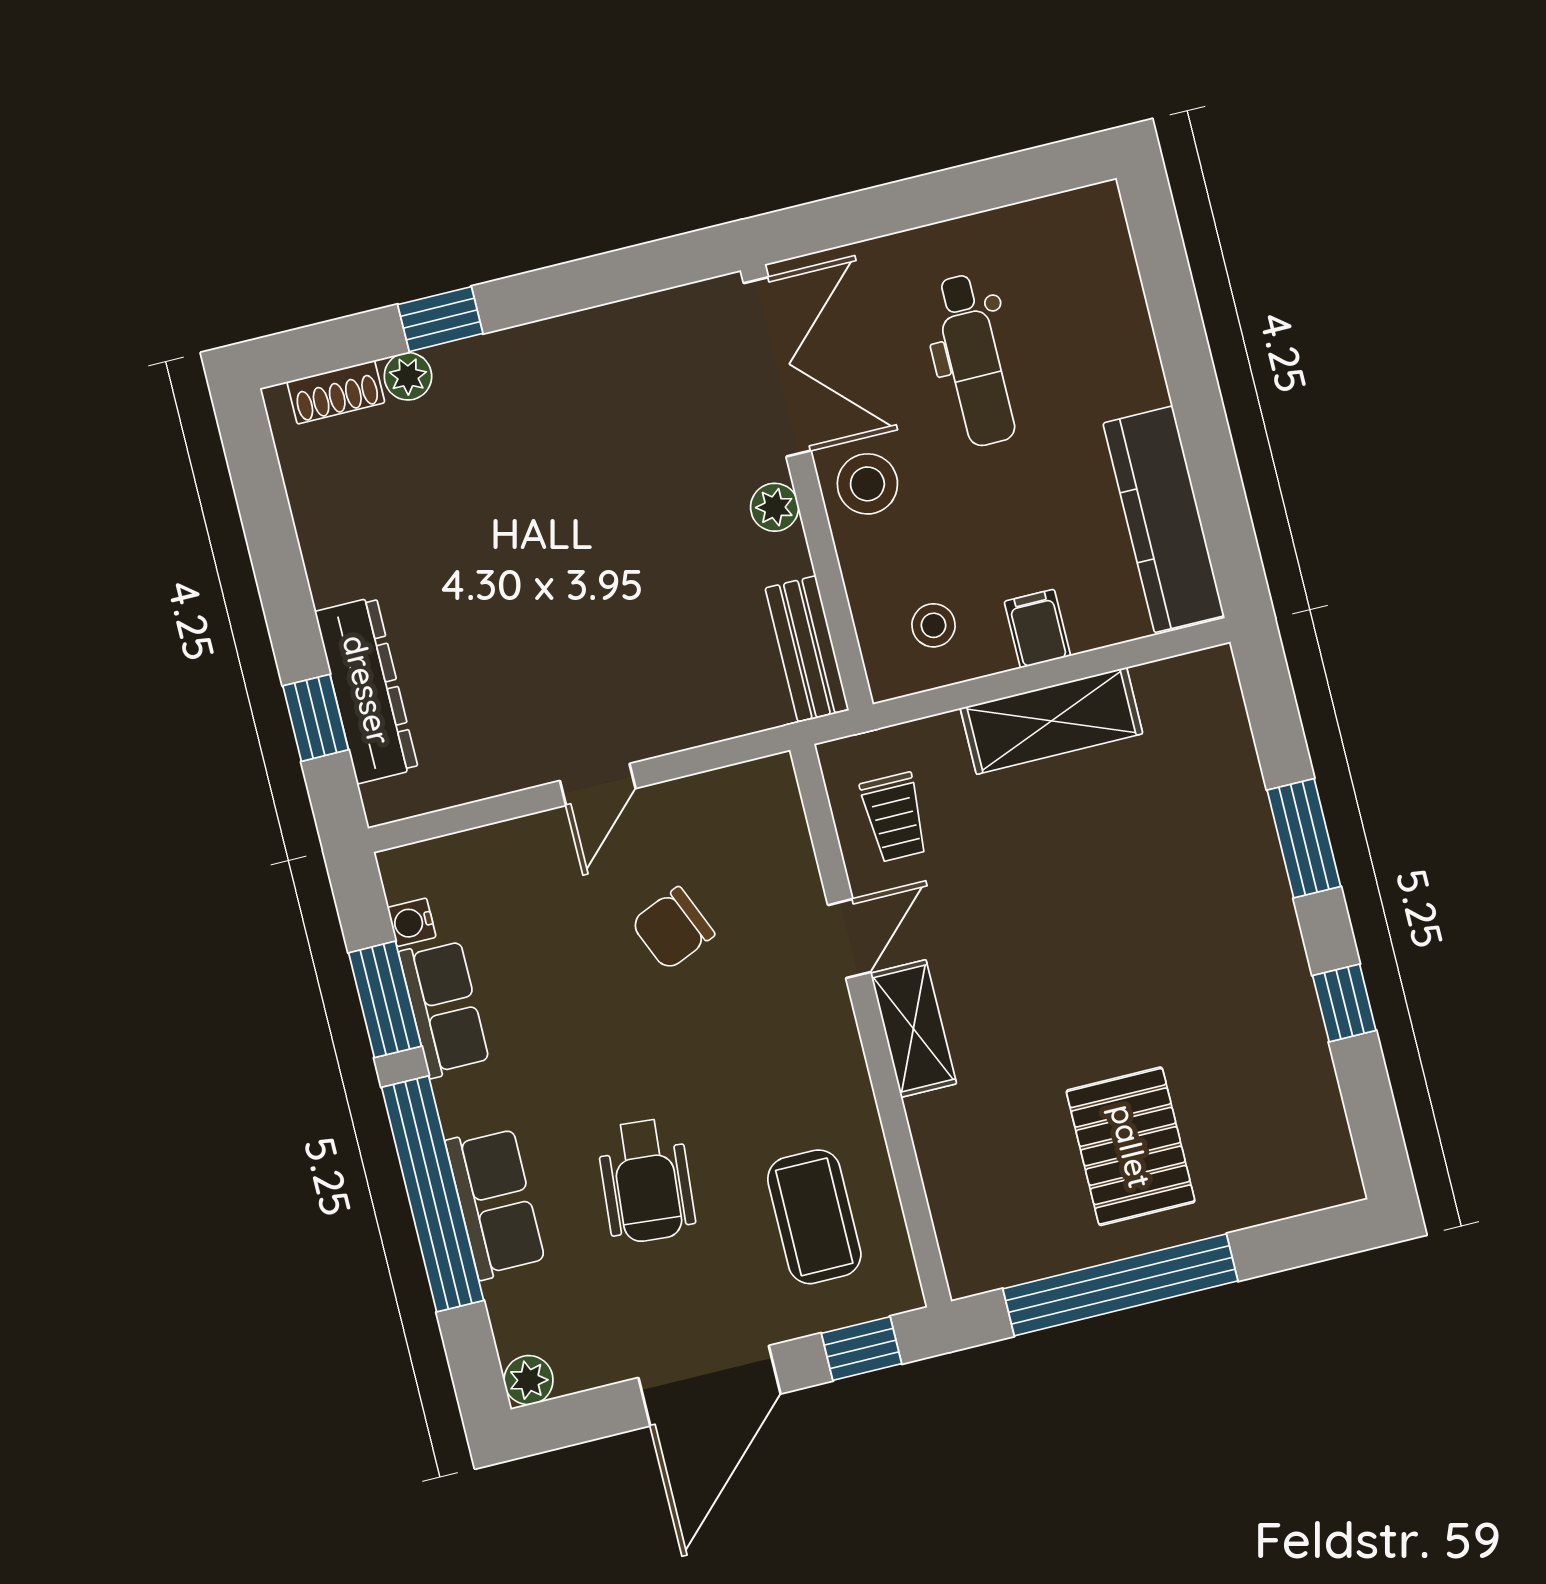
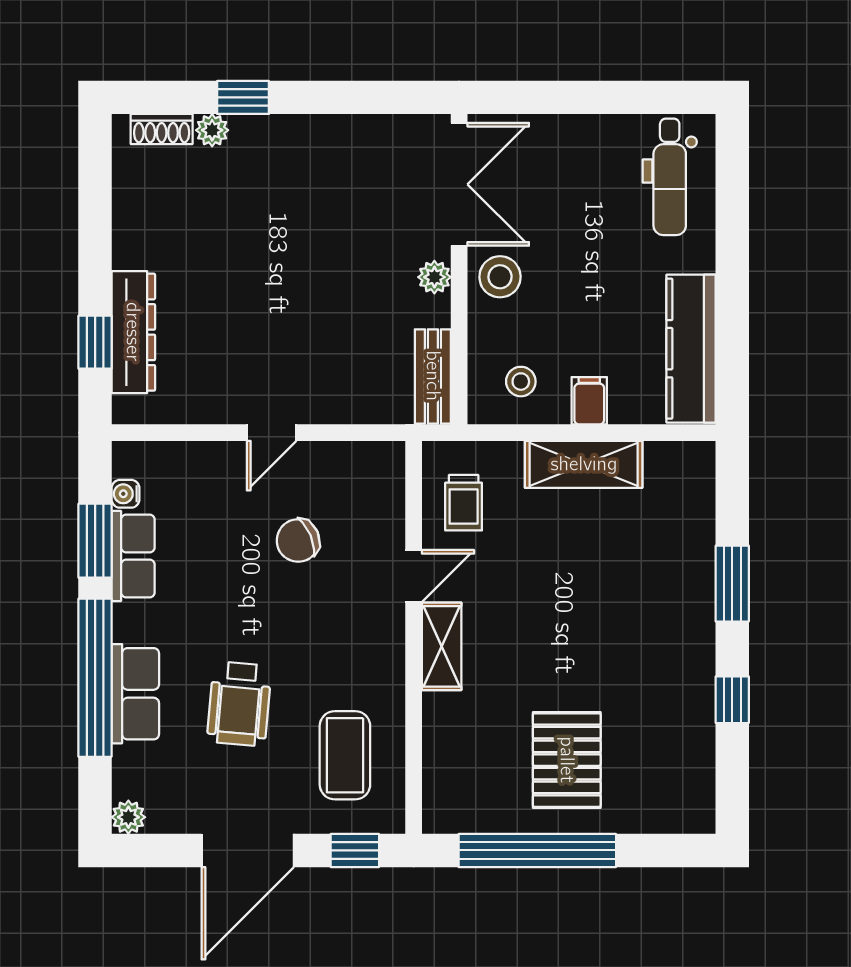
dental chair: (974, 360) -> (670, 177), moved

